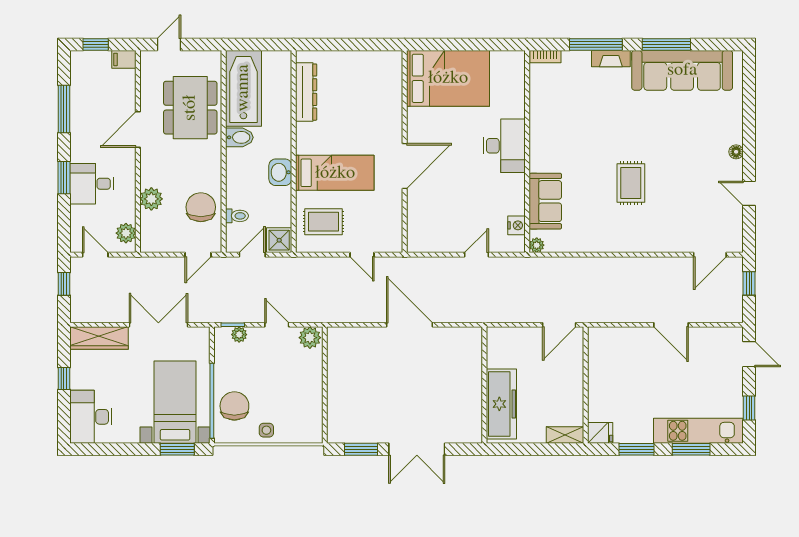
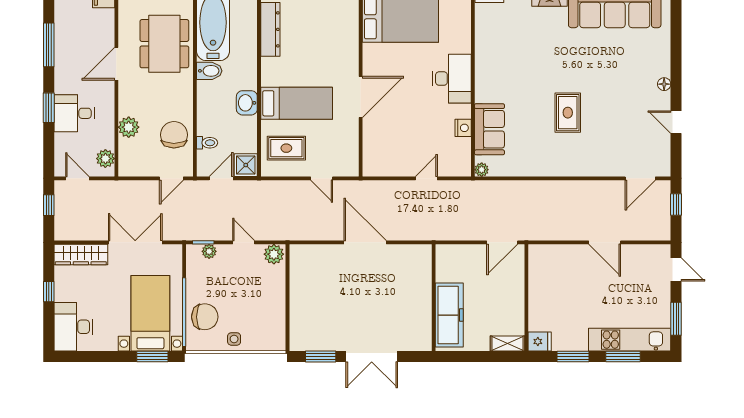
nightstand: (516, 225) -> (463, 128), moved
chair: (234, 406) -> (205, 317), turned 90
window: (749, 408) -> (676, 319), width x1.50

